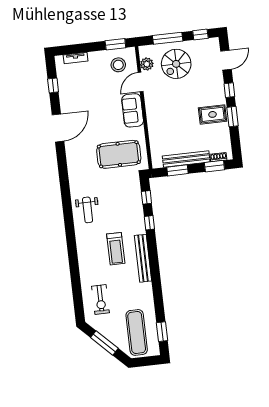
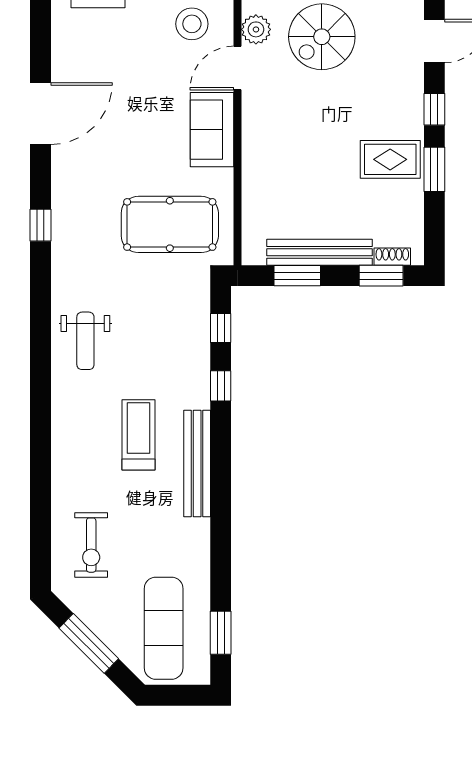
window: (53, 85) -> (40, 225), moved
door: (58, 128) -> (40, 114), moved
treadmill: (116, 249) -> (139, 435), turned 180

